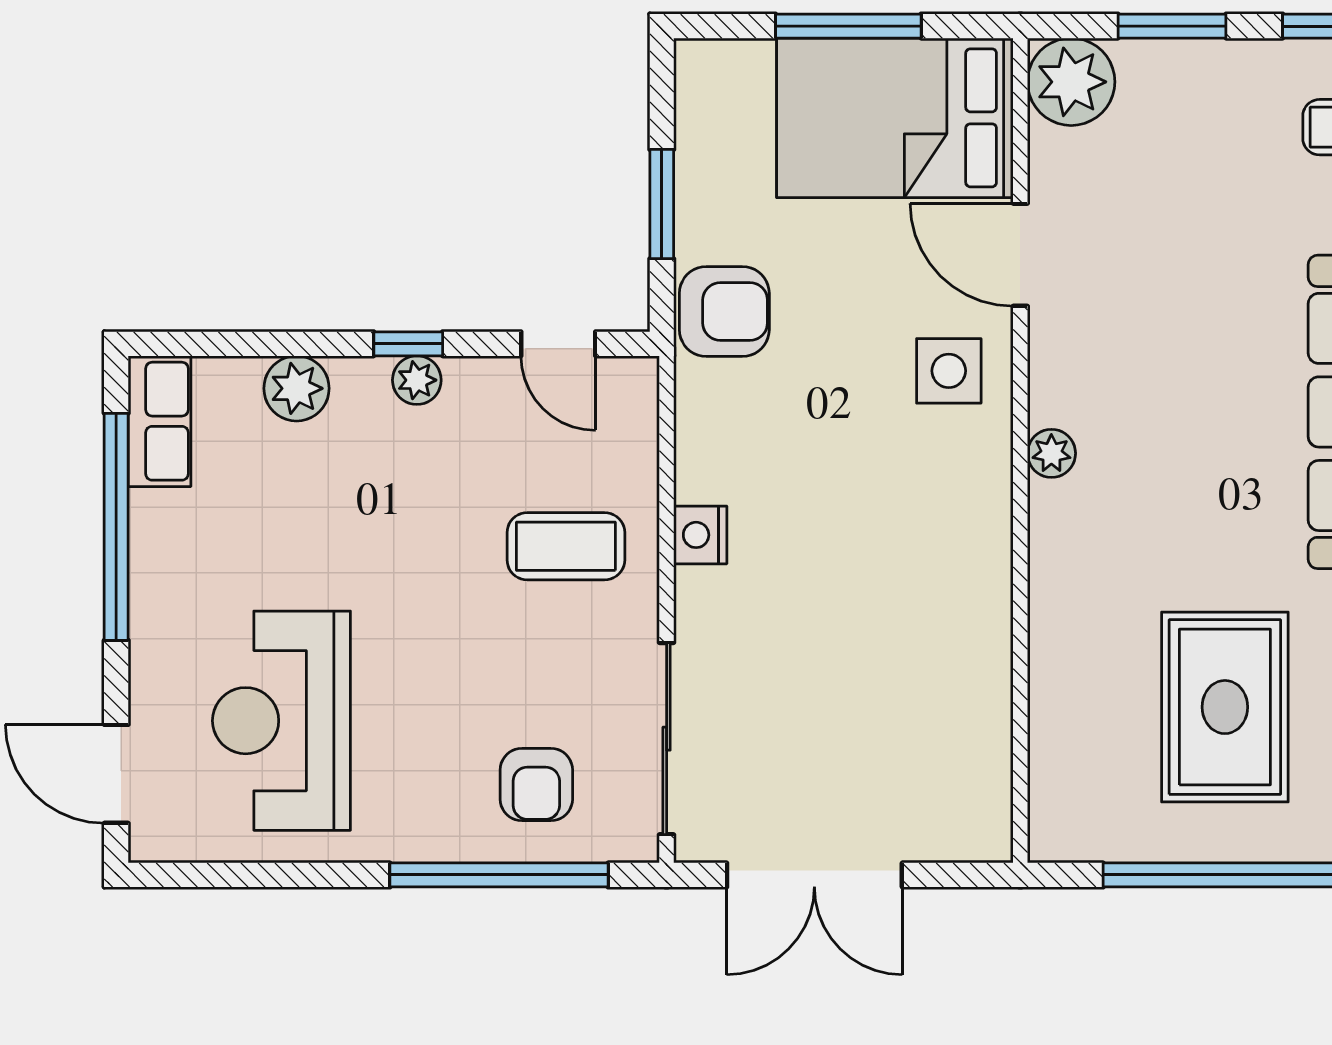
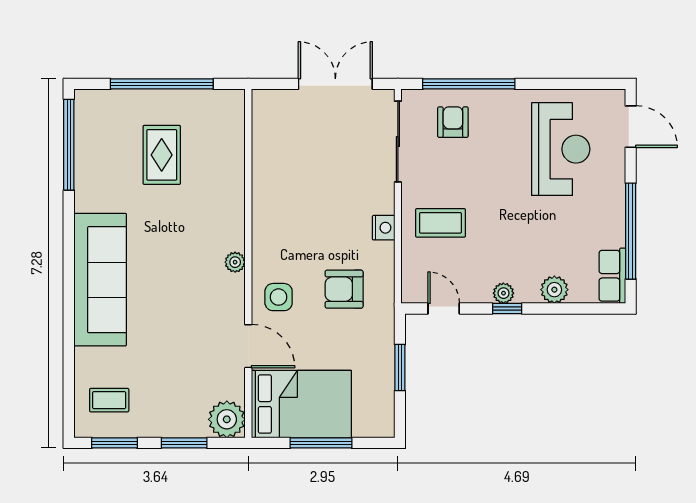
armchair: (724, 311) -> (344, 289), moved
rug: (1225, 707) -> (162, 155), width x0.73, depth x0.70

